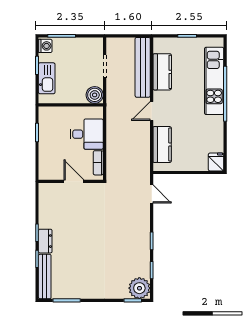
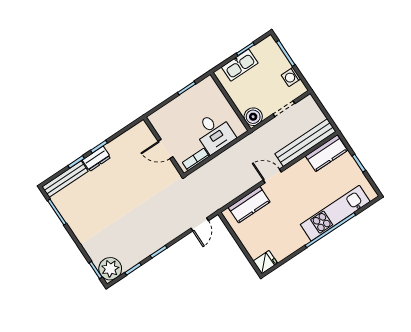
washing machine: (45, 46) -> (291, 77), moved, turned 90
kitchen counter: (162, 72) -> (327, 153), moved
door: (74, 181) -> (165, 149), swing flipped

